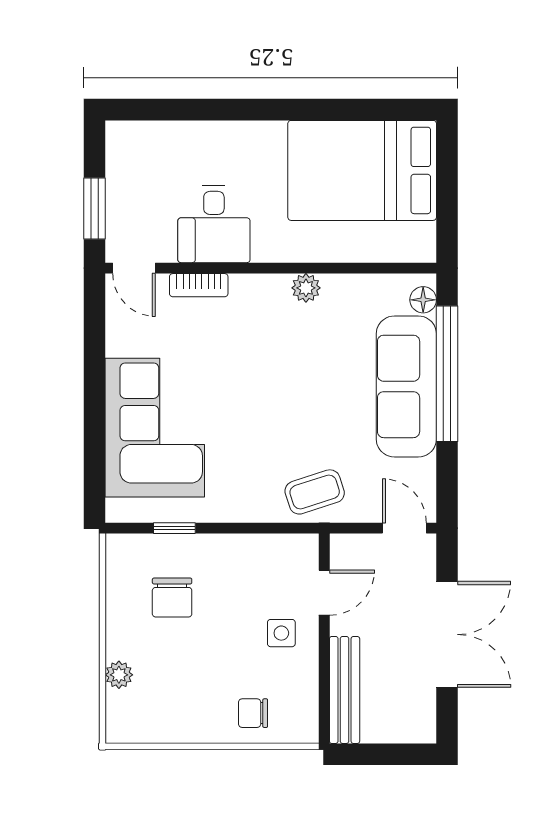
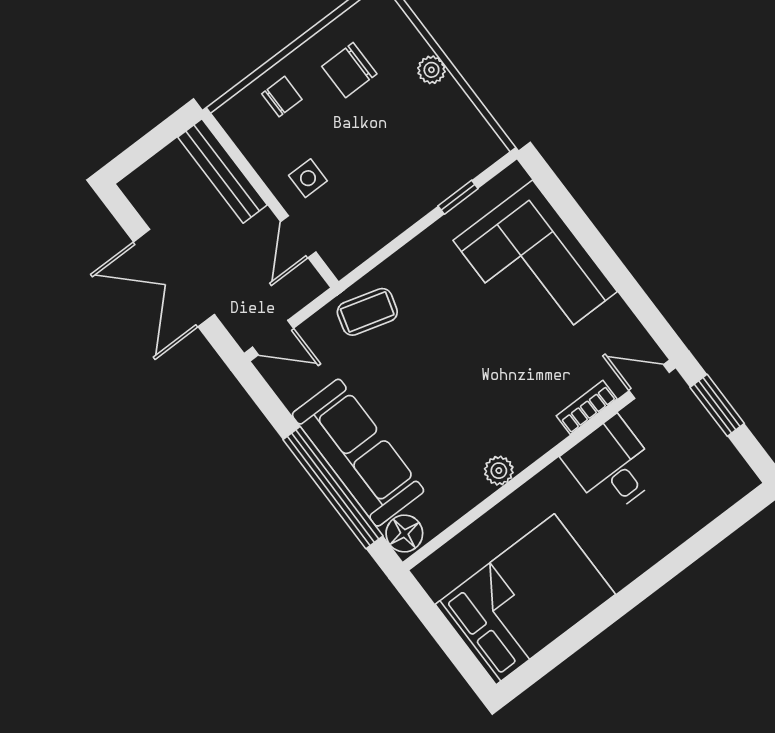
floor lamp: (423, 300) -> (404, 533), width x1.37, depth x1.37
coffee table: (315, 492) -> (367, 312), turned 34
chair: (172, 597) -> (349, 70), moved, turned -90
plant: (119, 675) -> (431, 70), moved

